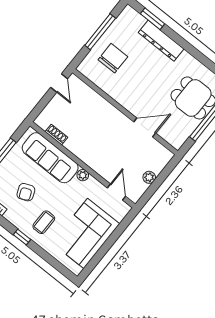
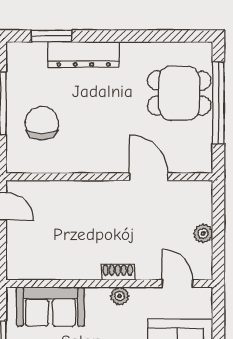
door: (145, 127) -> (149, 177), hinge flipped
shoe rack: (56, 135) -> (118, 272), moved
sofa: (50, 158) -> (50, 307), width x0.73

